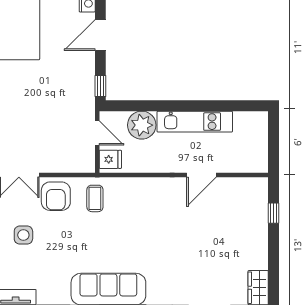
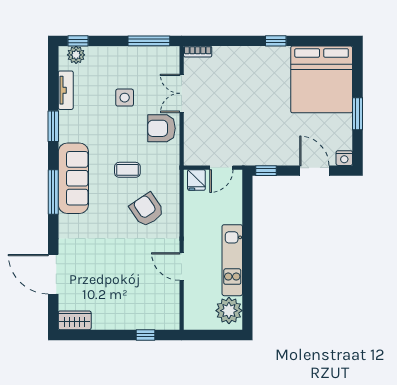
plant: (142, 125) -> (229, 311), moved
coffee table: (95, 198) -> (127, 170), moved
armchair: (142, 212) -> (147, 210), added

